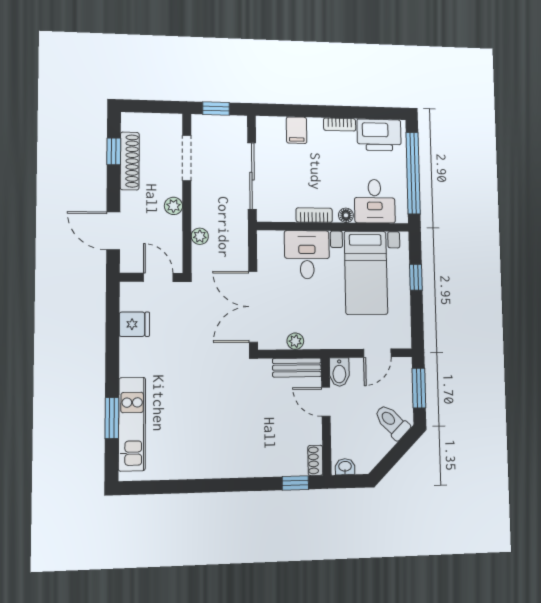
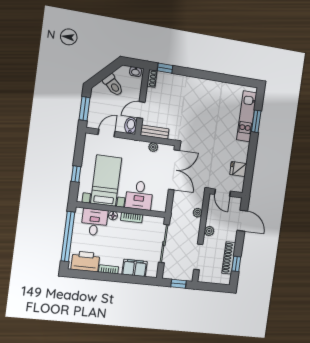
filing cabinet: (297, 130) -> (135, 268), width x2.00
door: (326, 402) -> (141, 110), swing flipped
toilet: (392, 422) -> (113, 85), moved

